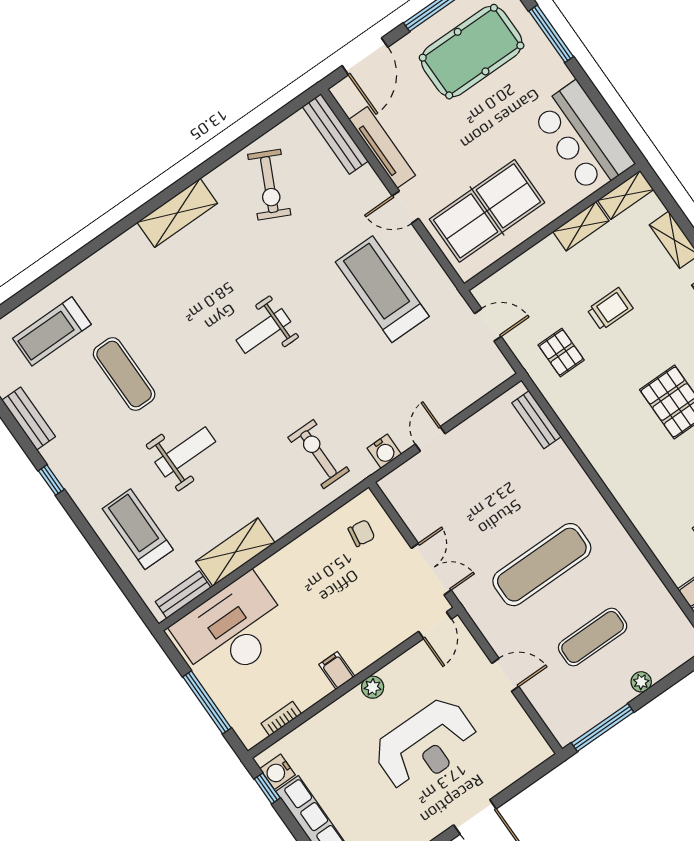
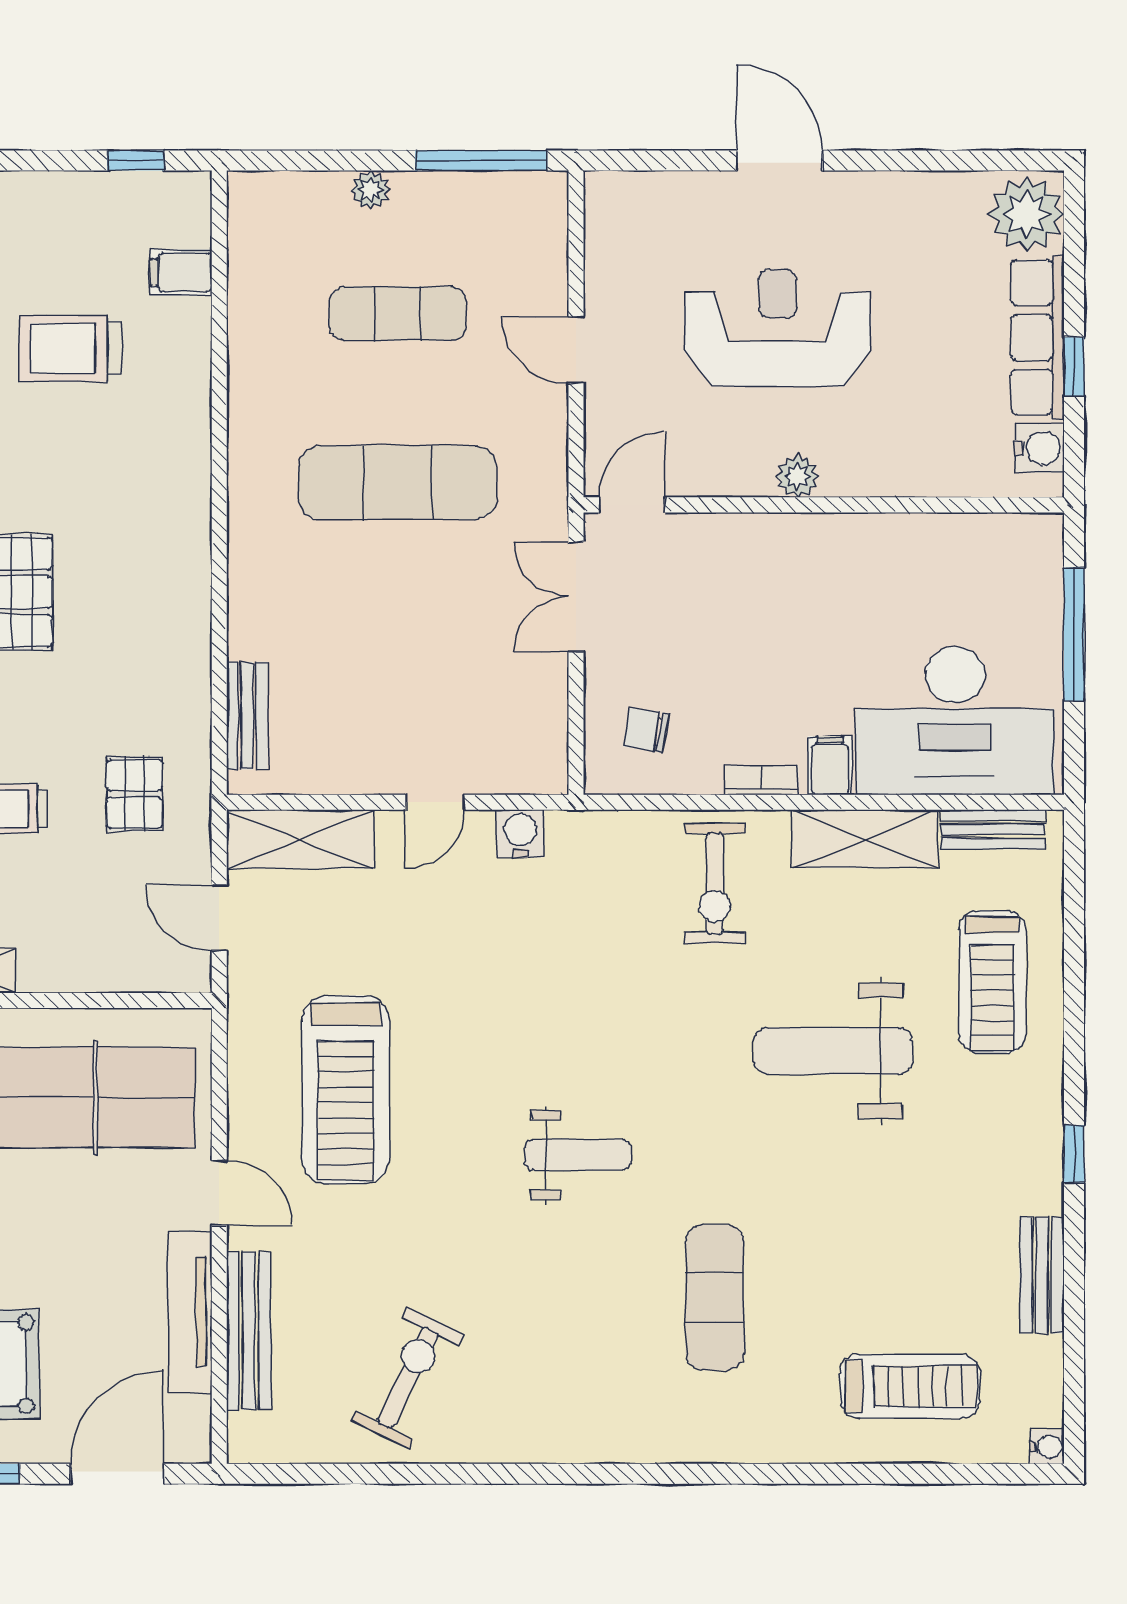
bench: (335, 134) -> (249, 1331), moved
shelving: (177, 213) -> (300, 839), moved
exercise mat: (124, 374) -> (715, 1297), moved
weight bench: (185, 452) -> (833, 1051), width x1.36, depth x1.33
exercise bike: (319, 454) -> (715, 883), moved
filing cabinet: (337, 670) -> (830, 765), moved, turned 180
bookcase: (281, 719) -> (762, 780), moved, turned 180
window: (267, 788) -> (1074, 367), moved

